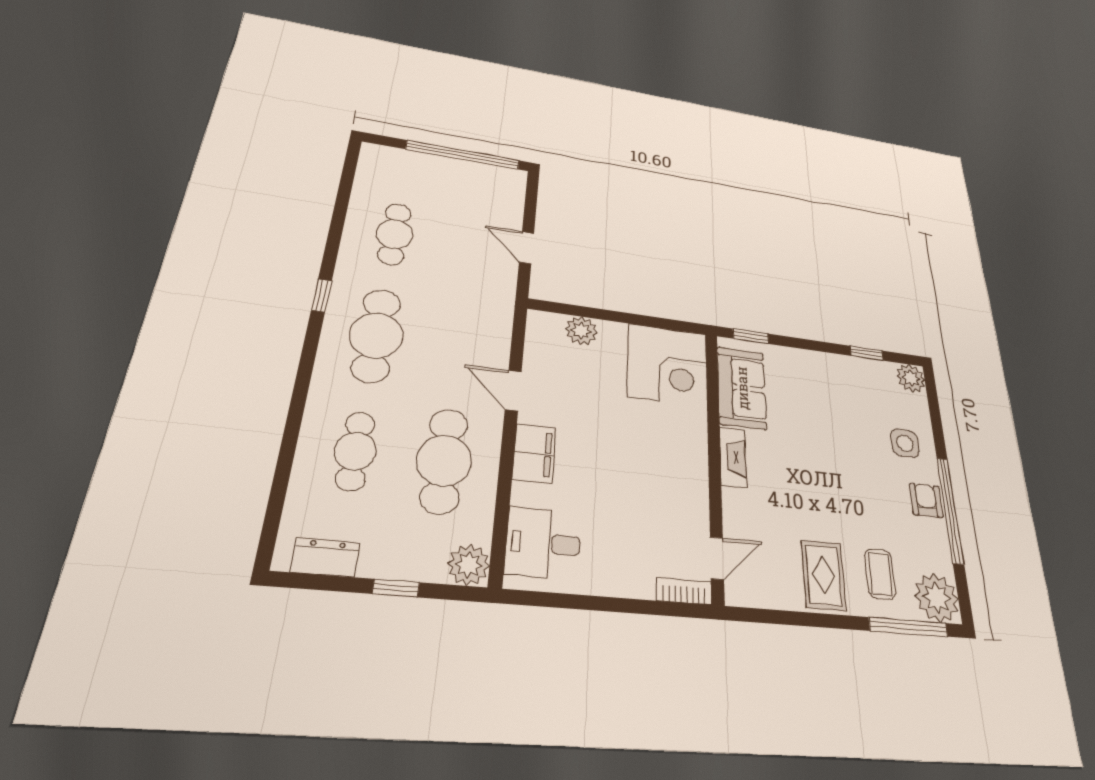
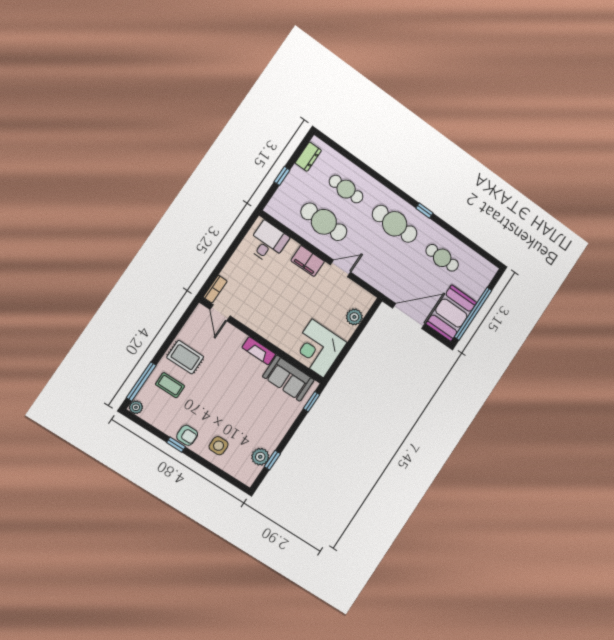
booth: (482, 187) -> (451, 313), added
door: (527, 248) -> (409, 316), width x1.87
plant: (911, 378) -> (260, 457), moved
window: (950, 510) -> (176, 445), width x0.32
plant: (469, 565) -> (276, 208), removed
plant: (937, 598) -> (136, 407), width x0.53, depth x0.53

